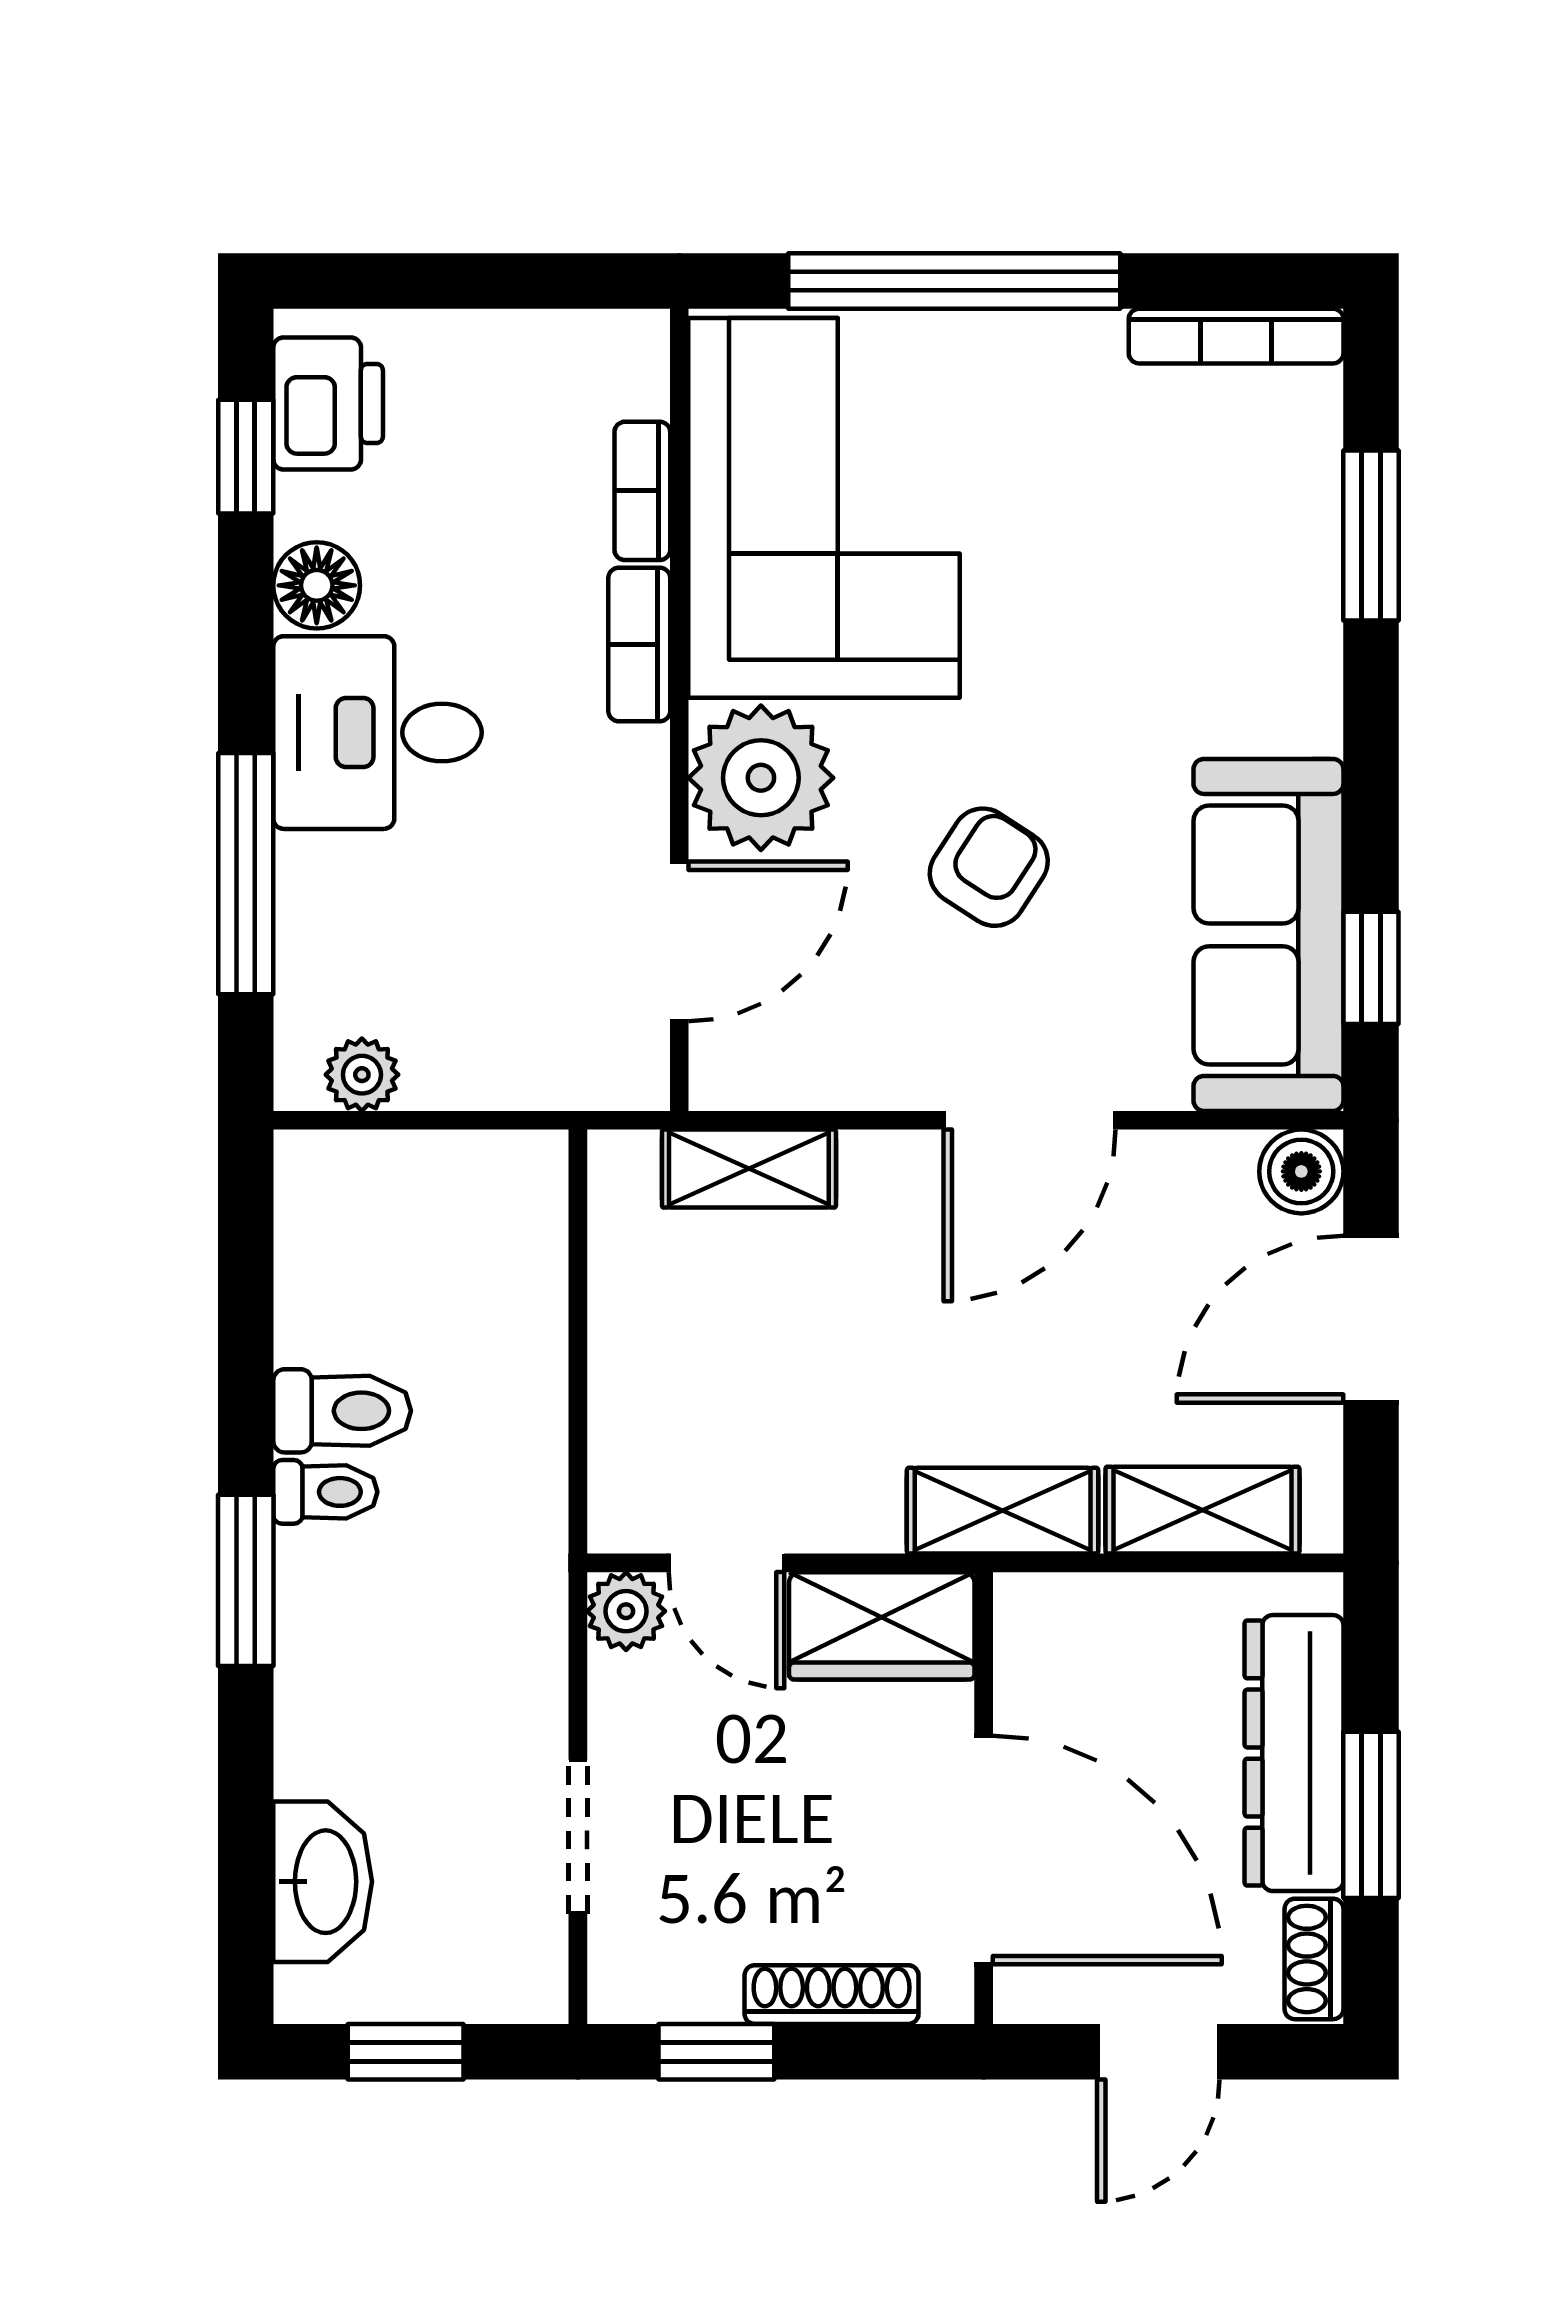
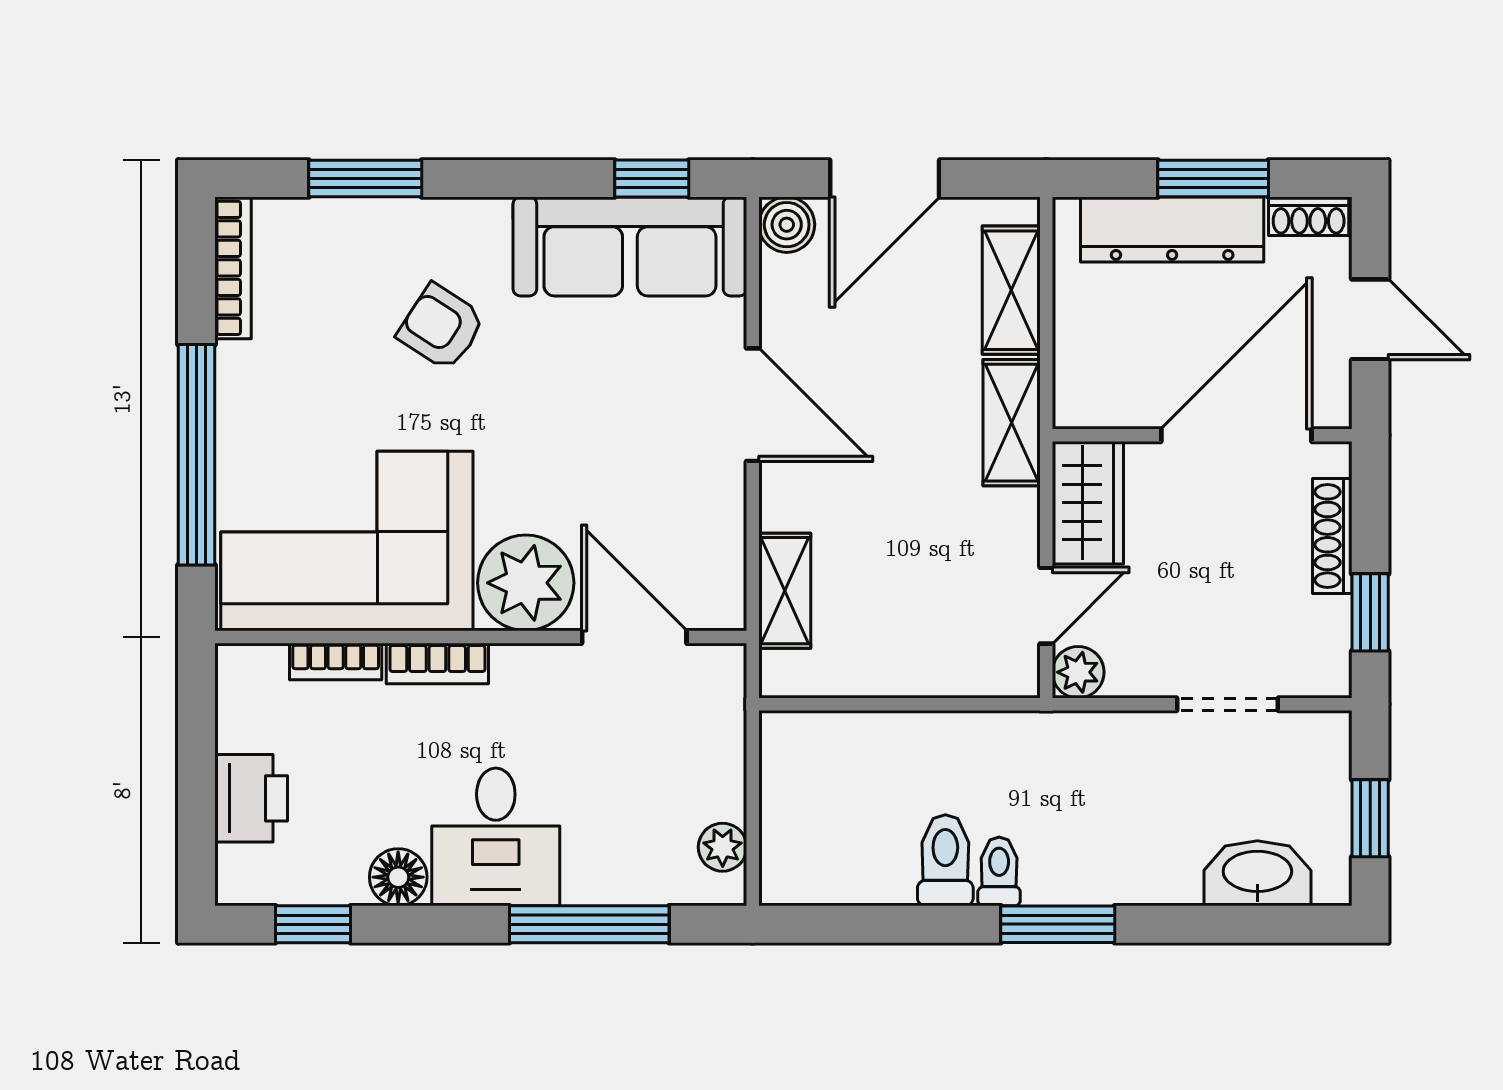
printer: (328, 403) -> (251, 798), moved, turned 90
armchair: (989, 867) -> (441, 327), moved
door: (1371, 1319) -> (885, 178), hinge flipped

